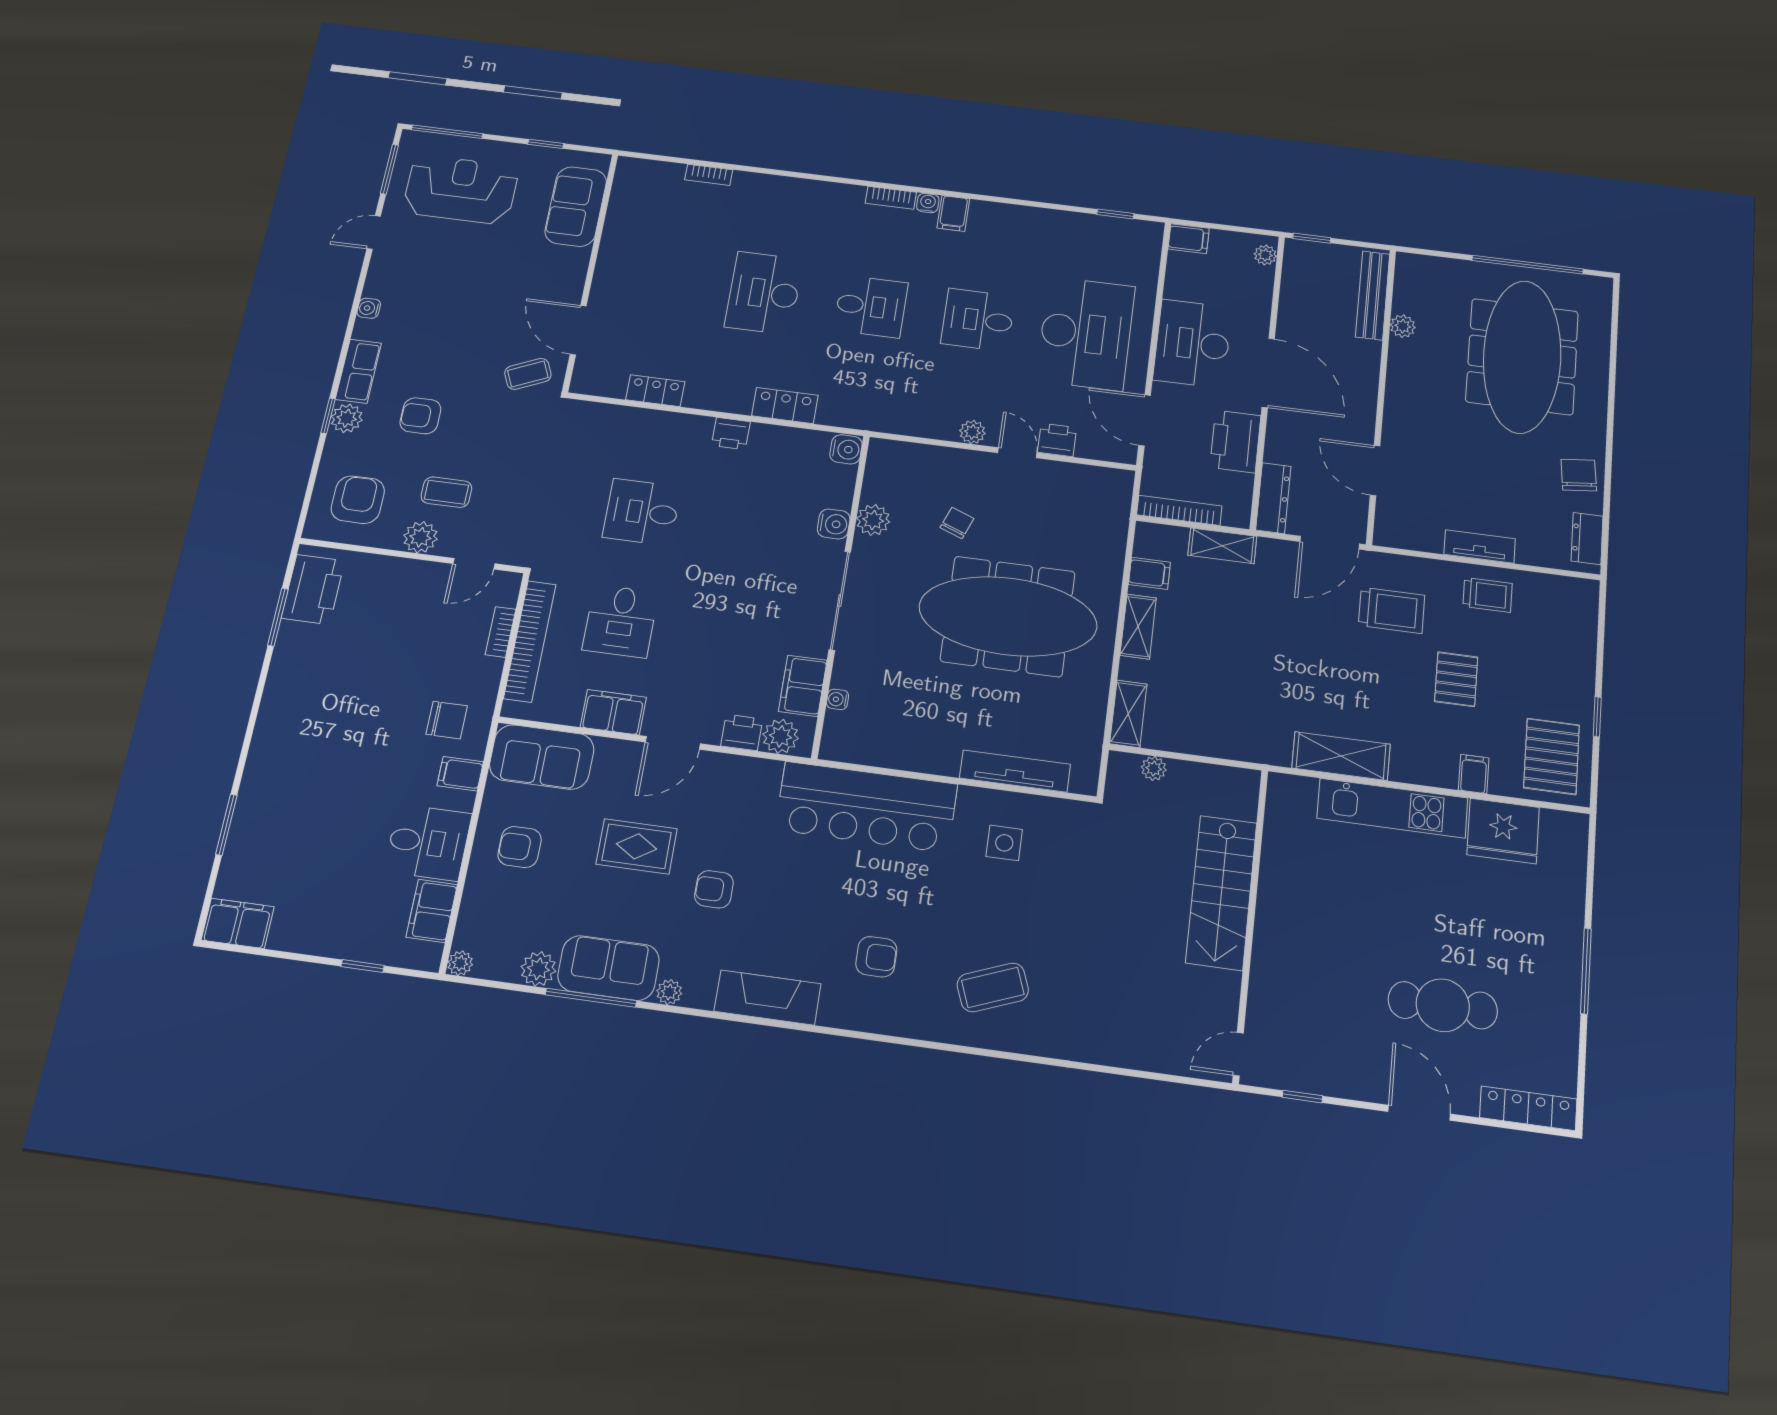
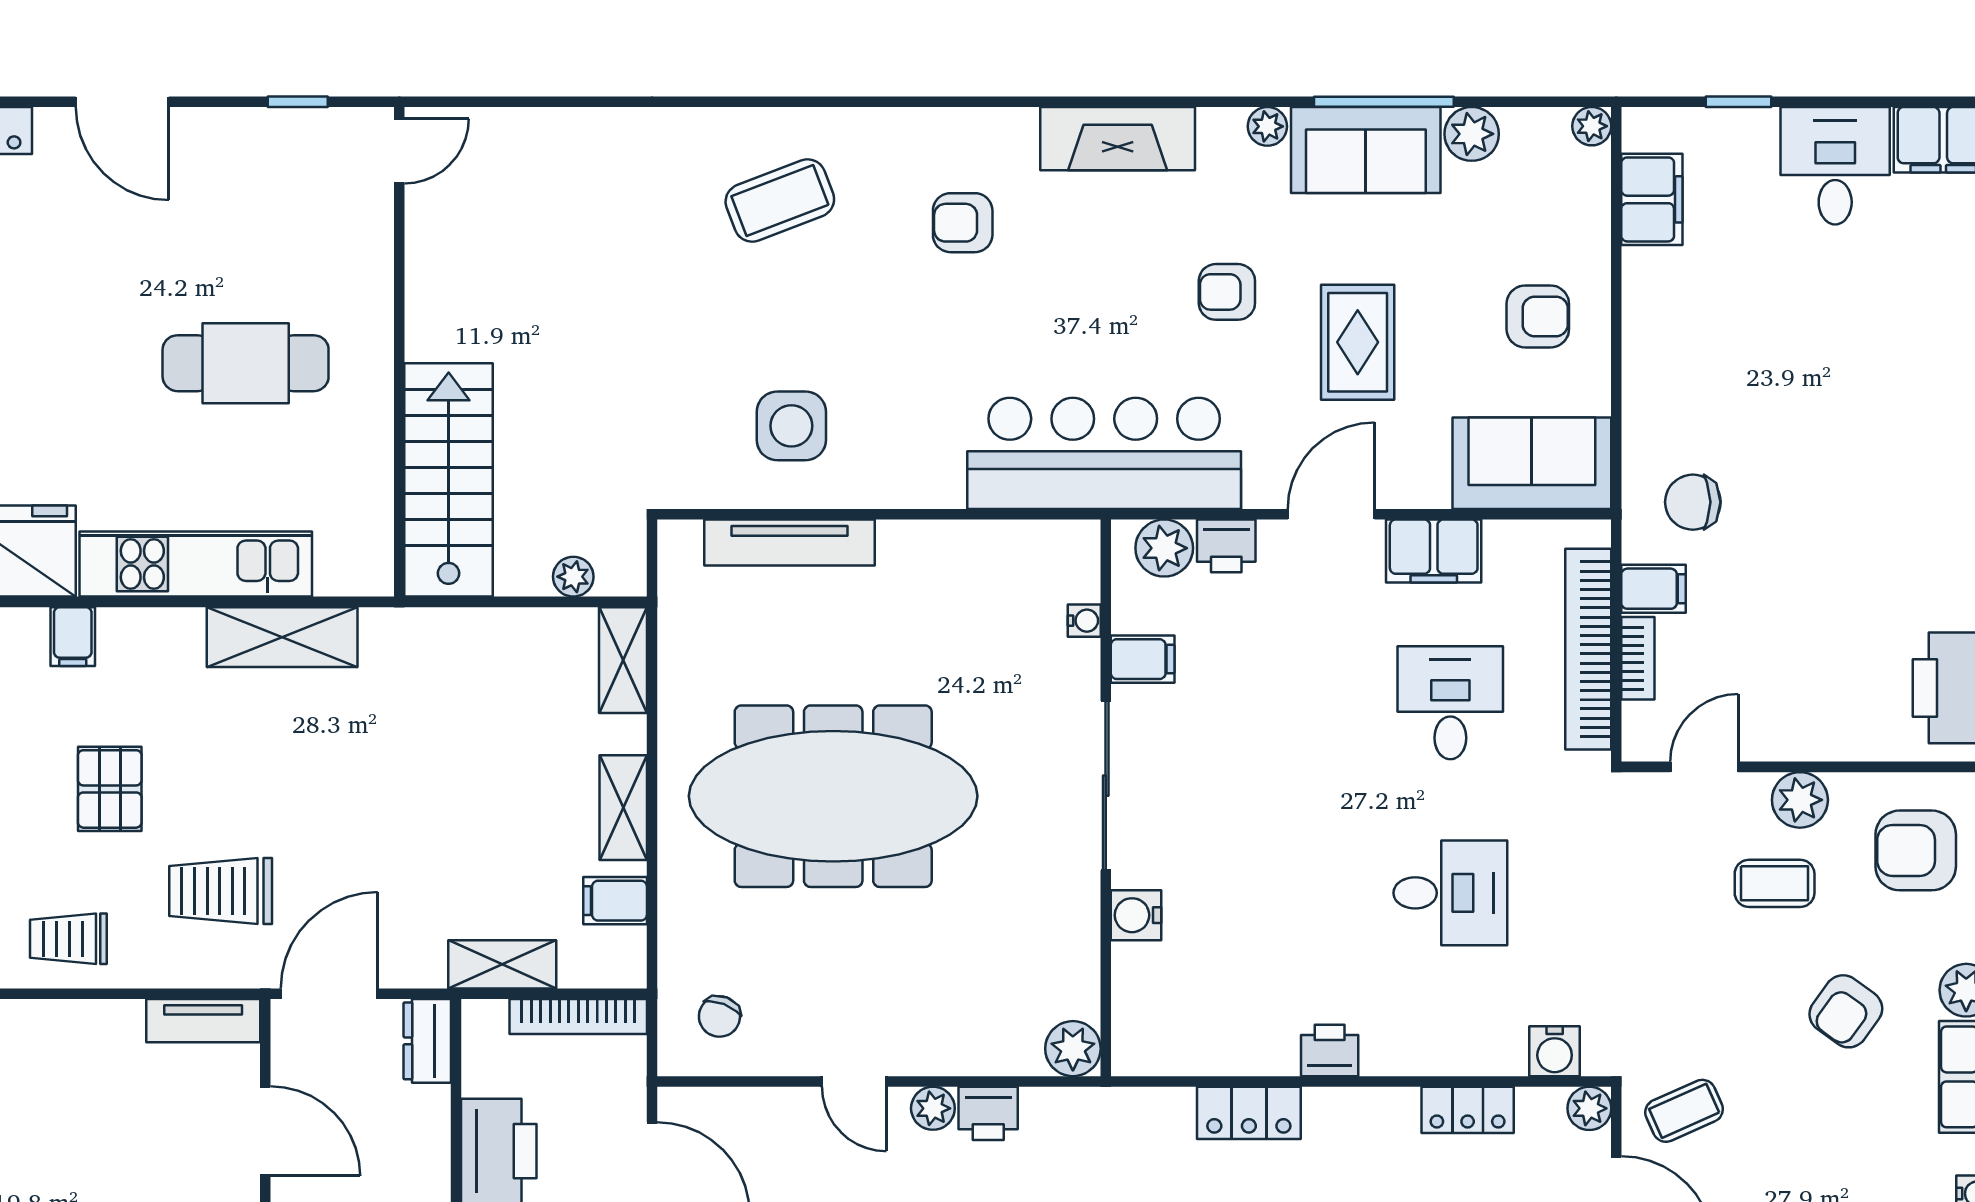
plant: (583, 382) -> (1589, 1108), added
armchair: (420, 416) -> (1846, 1011), turned 126
printer: (1057, 440) -> (988, 1113), moved
water cooler: (846, 449) -> (1555, 1051), moved, turned -90
dresser: (1273, 498) -> (427, 1041), width x0.70
armchair: (358, 500) -> (1916, 850), turned 90
plant: (873, 520) -> (1073, 1049), moved
chair: (957, 523) -> (719, 1016), moved
tv unit: (1480, 547) -> (203, 1021), moved
filing cabinet: (803, 686) -> (1143, 659), width x0.50
filing cabinet: (460, 774) -> (1654, 589), moved
bar counter: (866, 807) -> (1104, 453), moved
desk: (428, 843) -> (1835, 166), moved, turned 90
side table: (1004, 843) -> (791, 426), width x1.37, depth x1.37
rug: (637, 846) -> (1358, 342), turned 90
armchair: (714, 889) -> (1227, 292), turned 180
stairs: (1221, 892) -> (449, 480), moved
cafe table: (1443, 1005) -> (246, 363), moved

